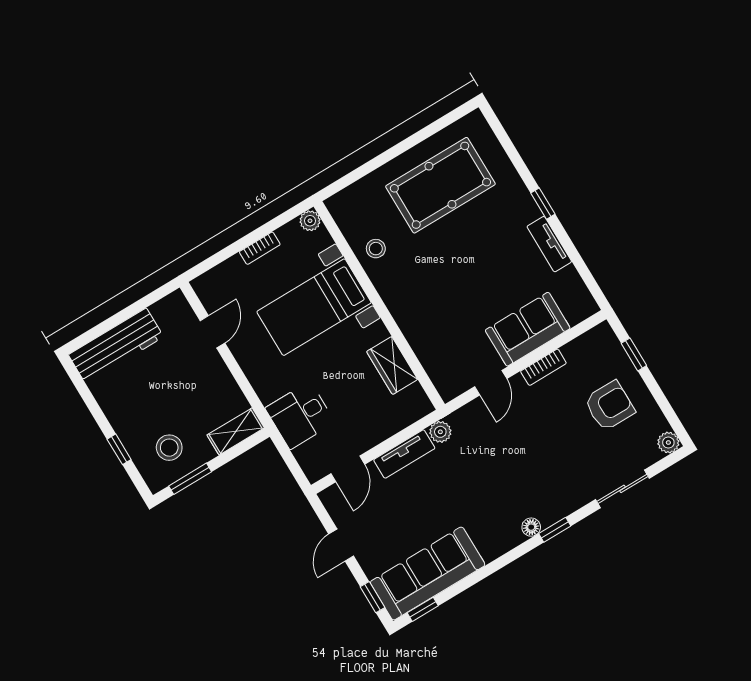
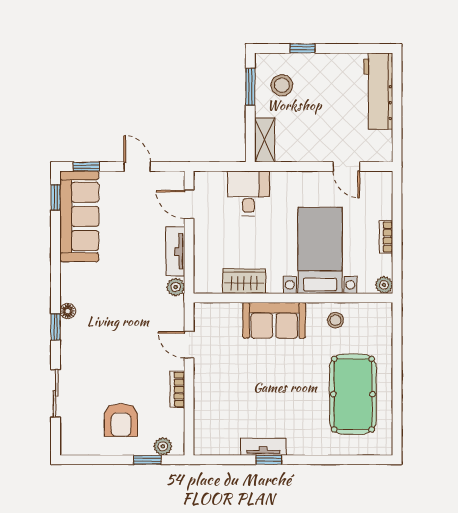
window: (543, 204) -> (269, 460), moved
sofa: (528, 329) -> (274, 320), moved, turned 90
plant: (668, 443) -> (163, 446), moved

